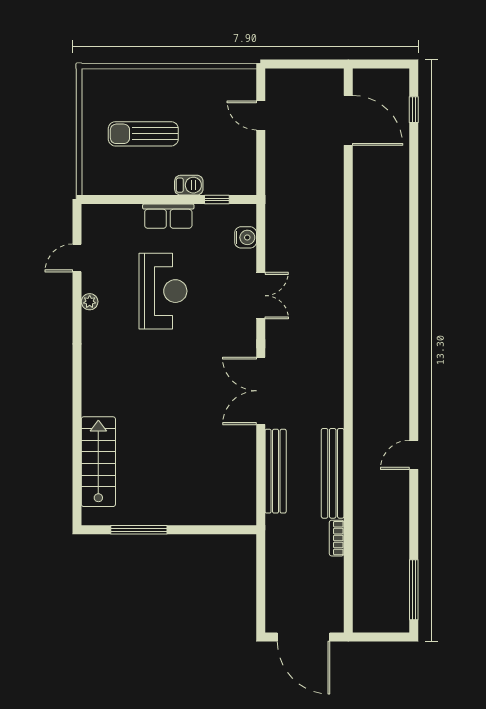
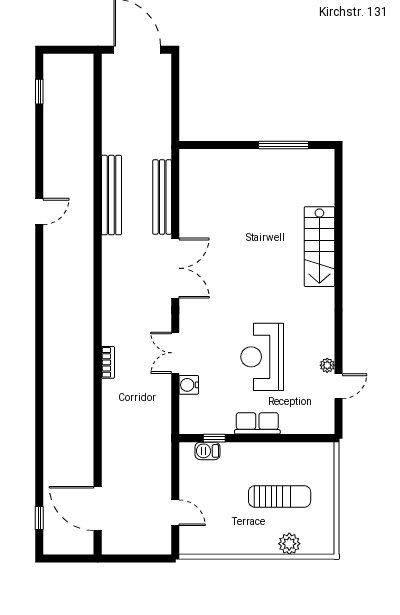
plant: (132, 81) -> (289, 544), added
barbecue: (189, 185) -> (208, 451), moved
water cooler: (246, 237) -> (189, 385), moved
plant: (90, 302) -> (327, 365), moved
stairs: (98, 462) -> (319, 247), moved
bookcase: (337, 538) -> (108, 362), moved
window: (414, 590) -> (39, 92), width x0.46

